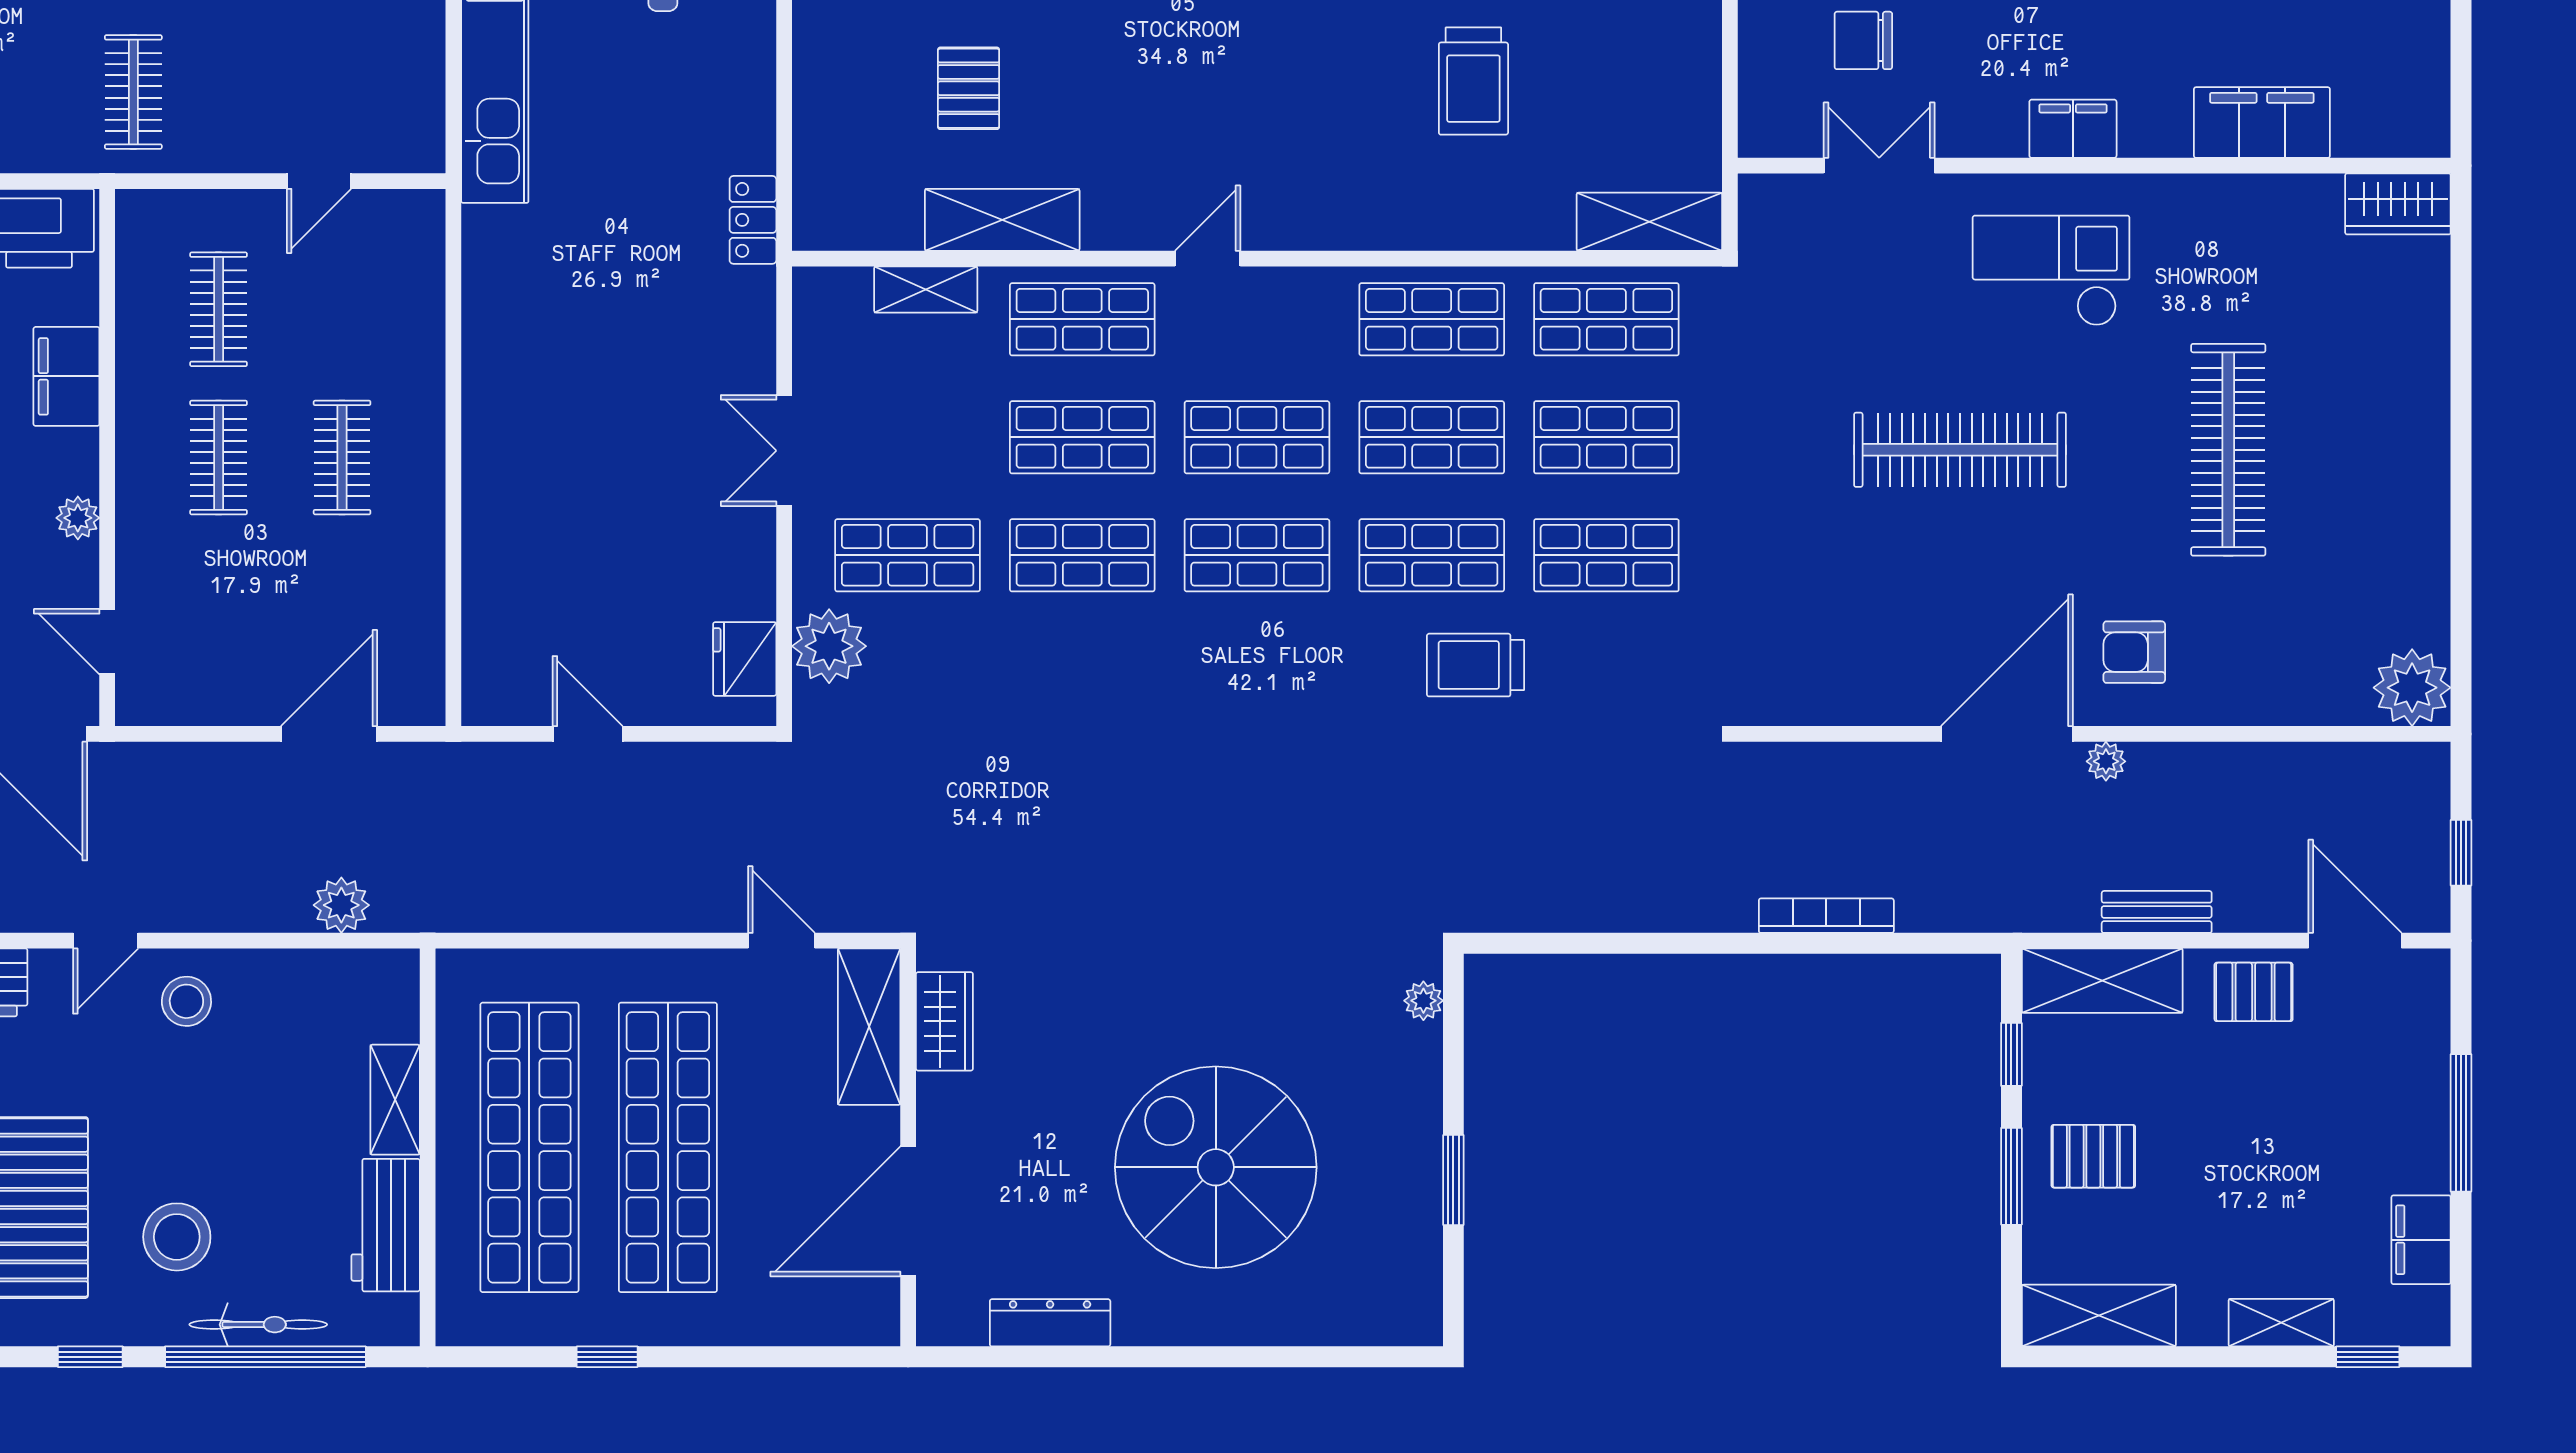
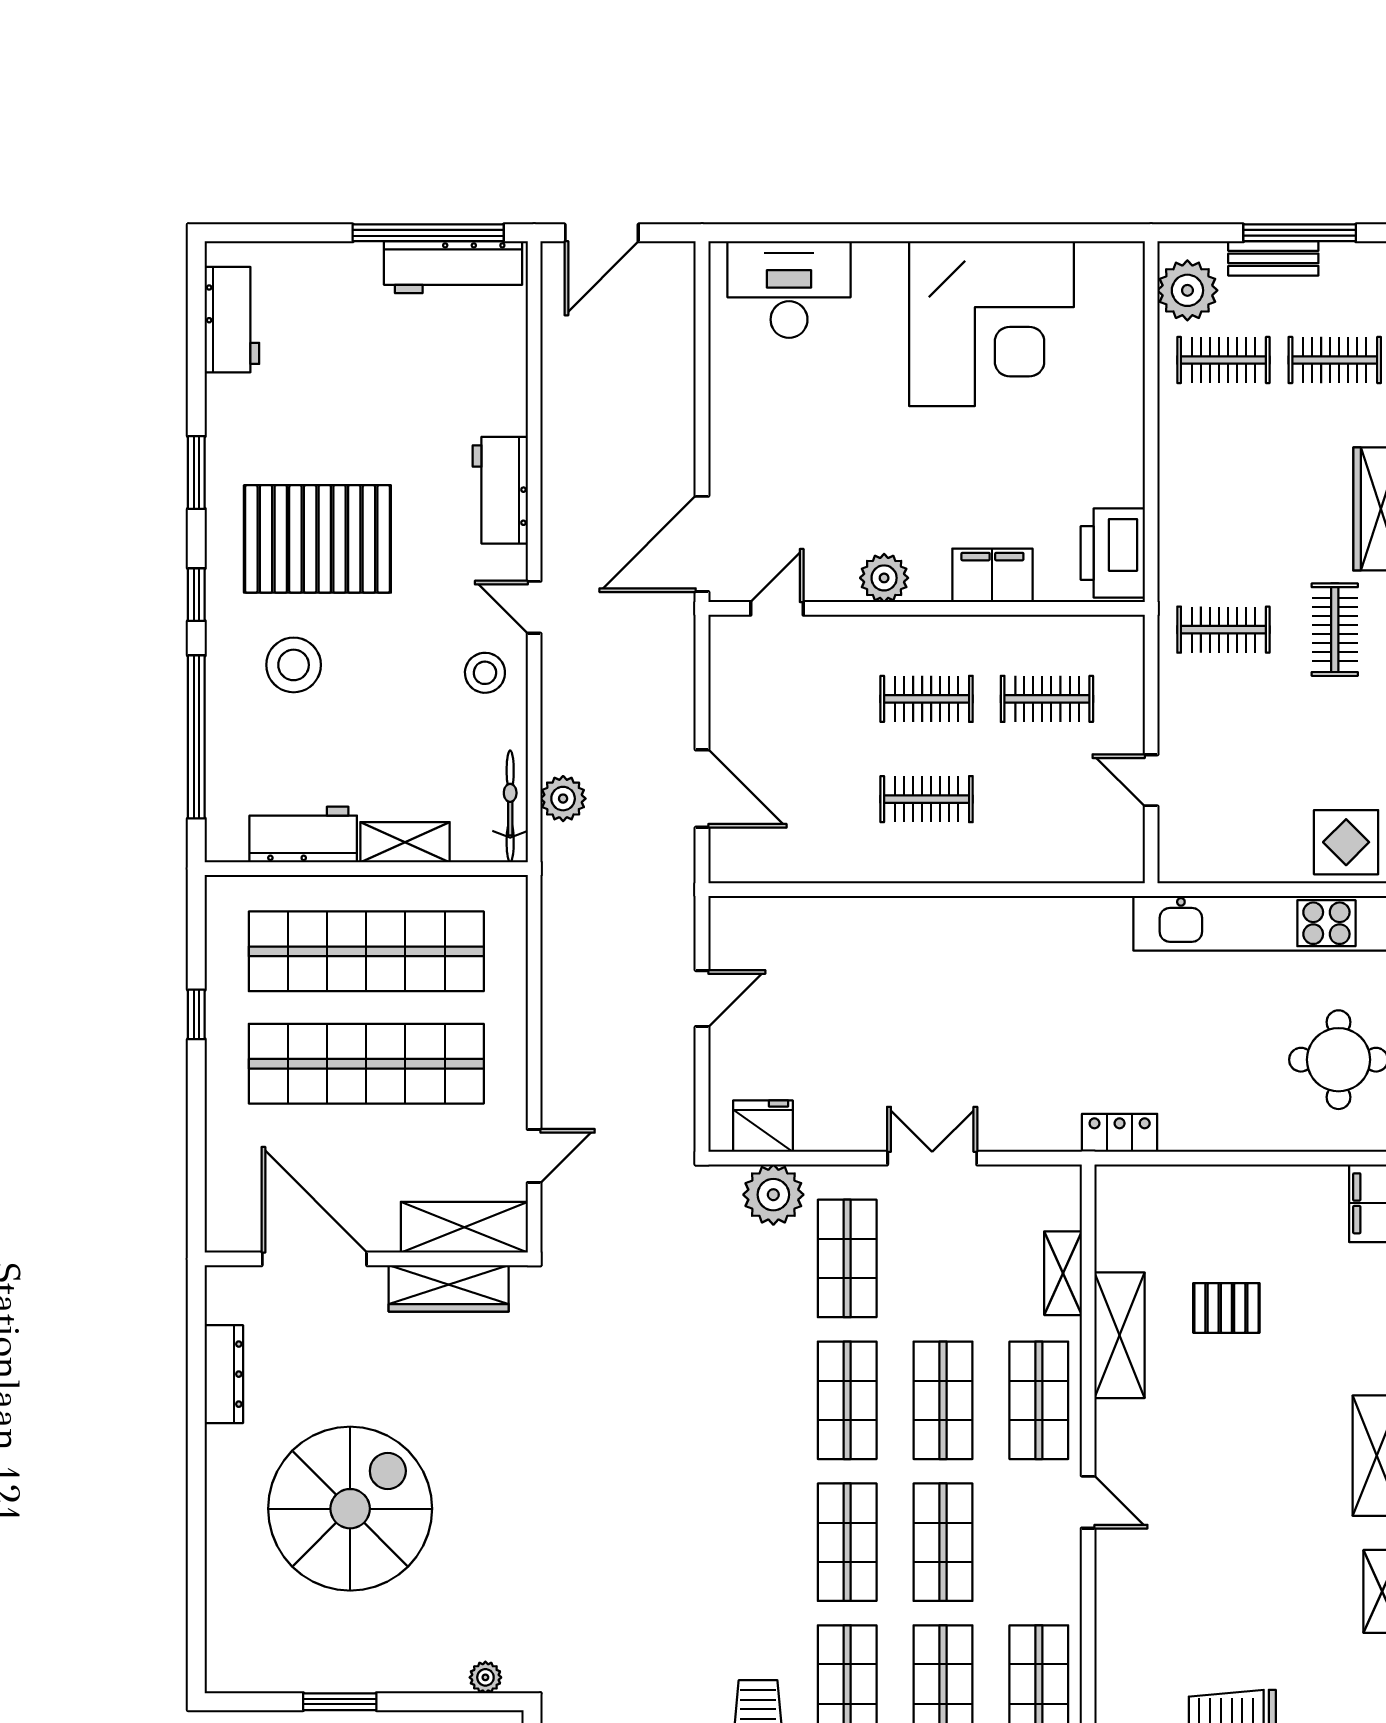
plant: (78, 518) -> (884, 578), width x1.38, depth x1.38
wardrobe: (944, 1021) -> (449, 1288), width x1.50
bicycle: (258, 1325) -> (510, 806), moved, turned 180

